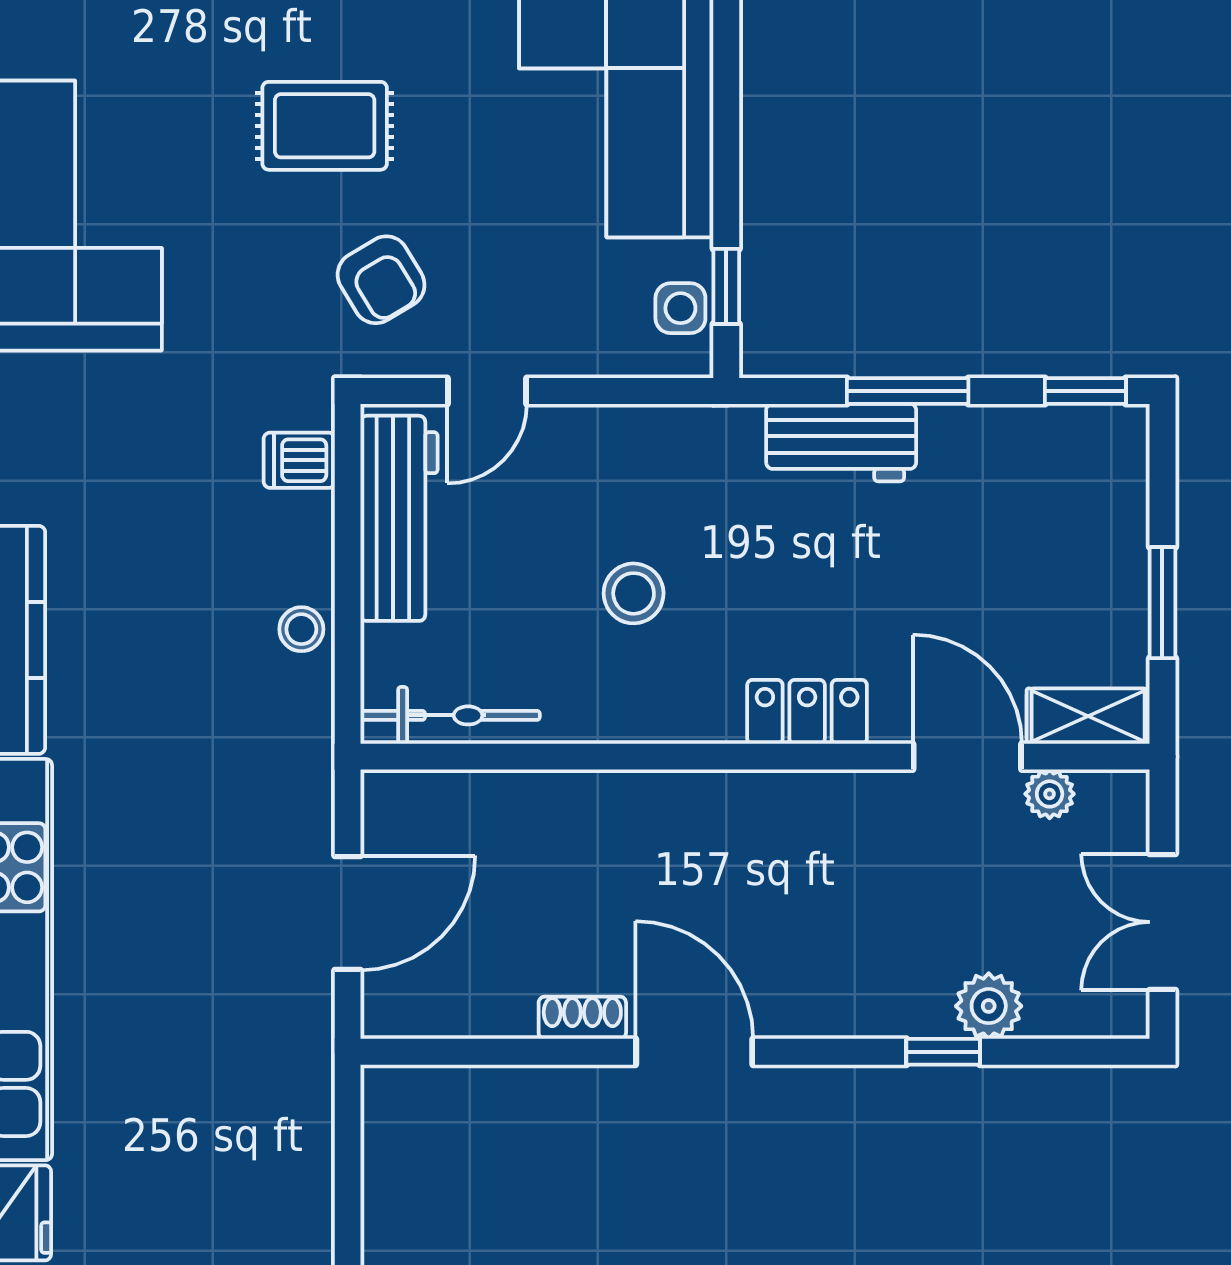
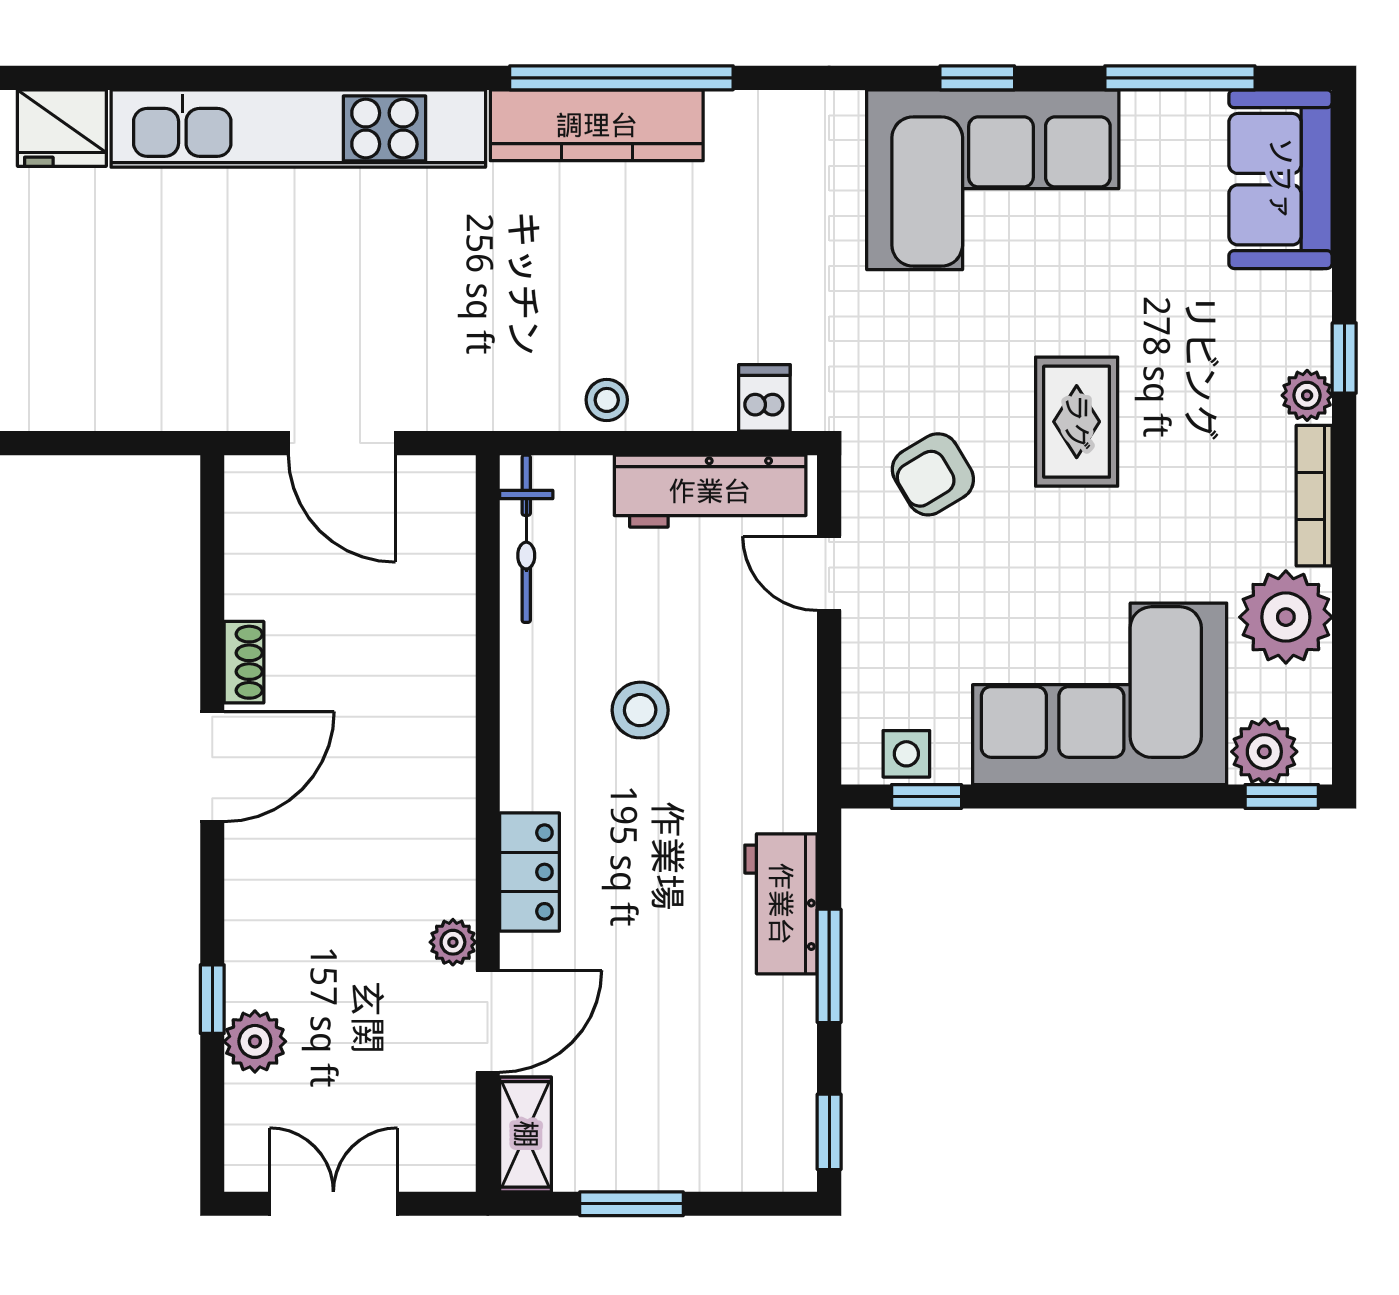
plant: (1050, 794) -> (453, 942), moved

